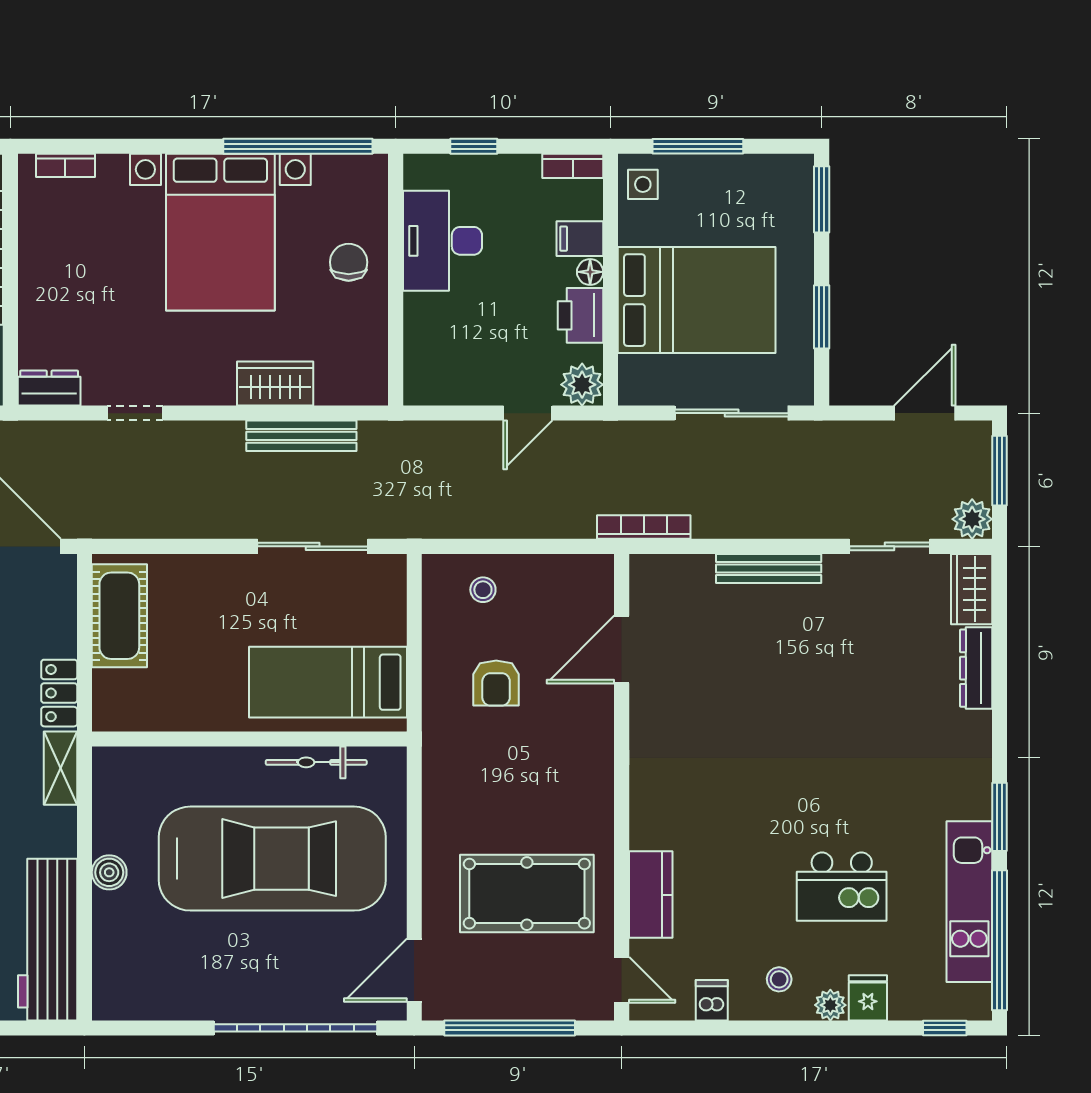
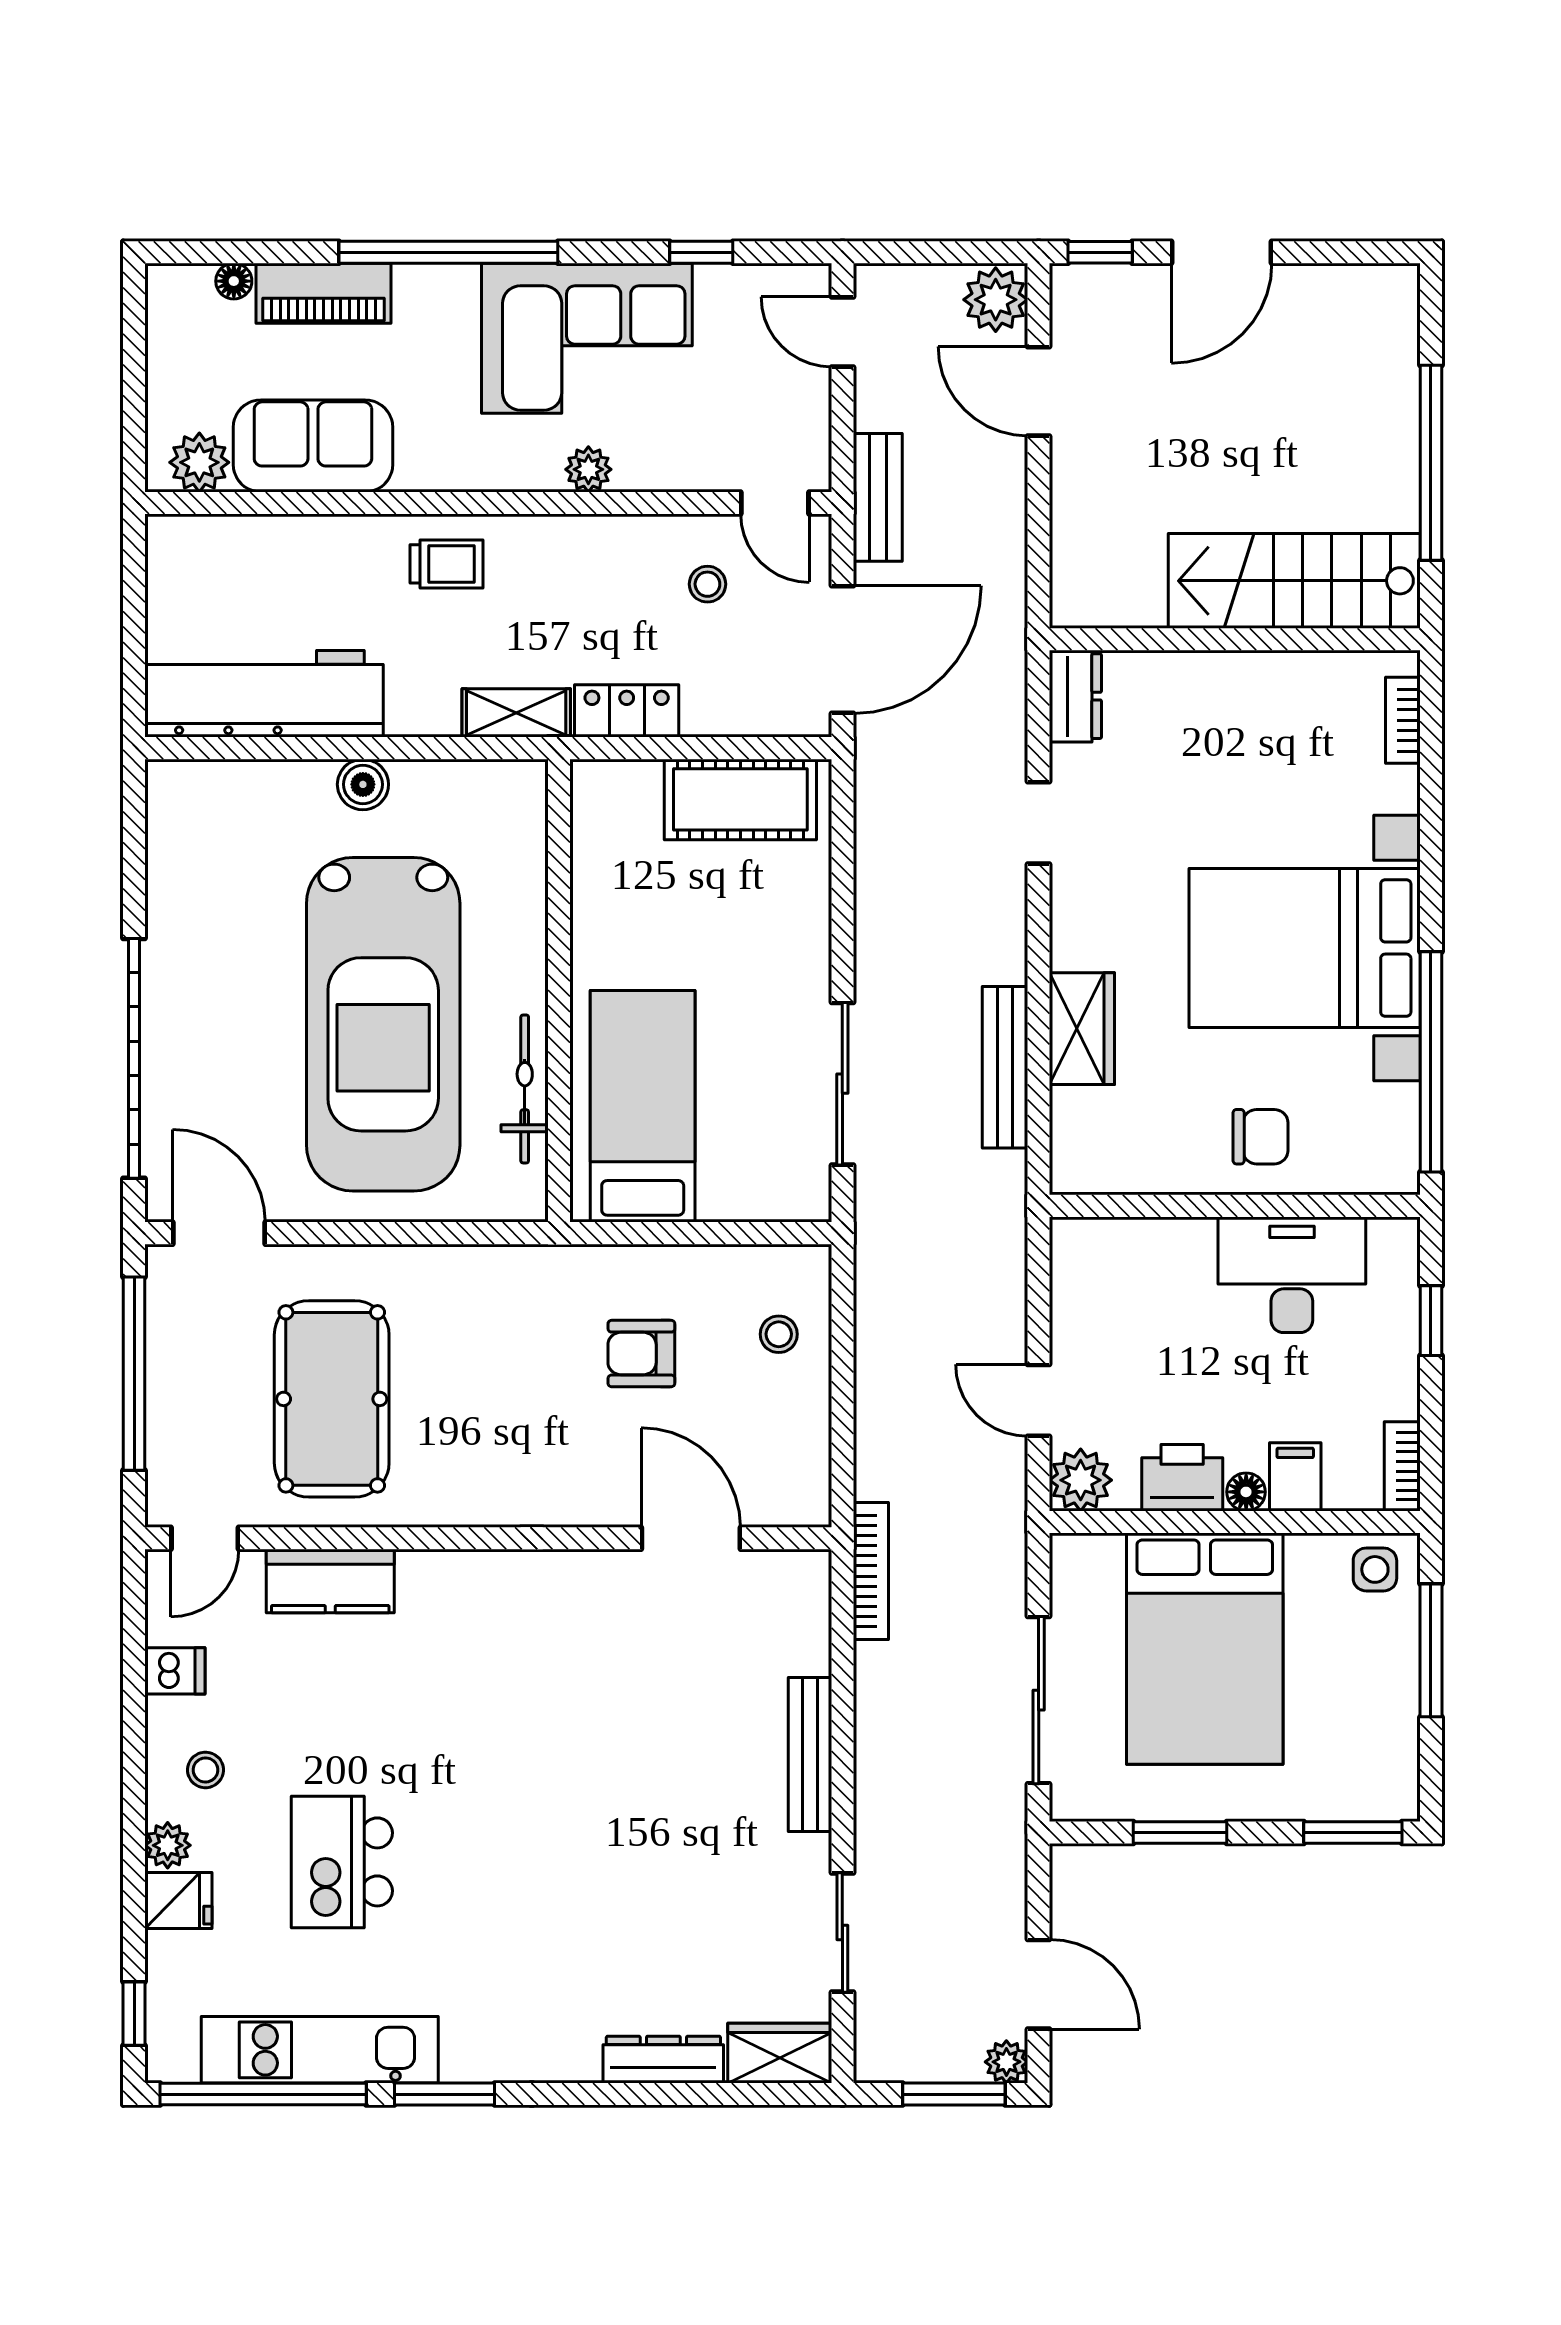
plant: (972, 519) -> (1006, 2062), moved, width x0.73, depth x0.73

